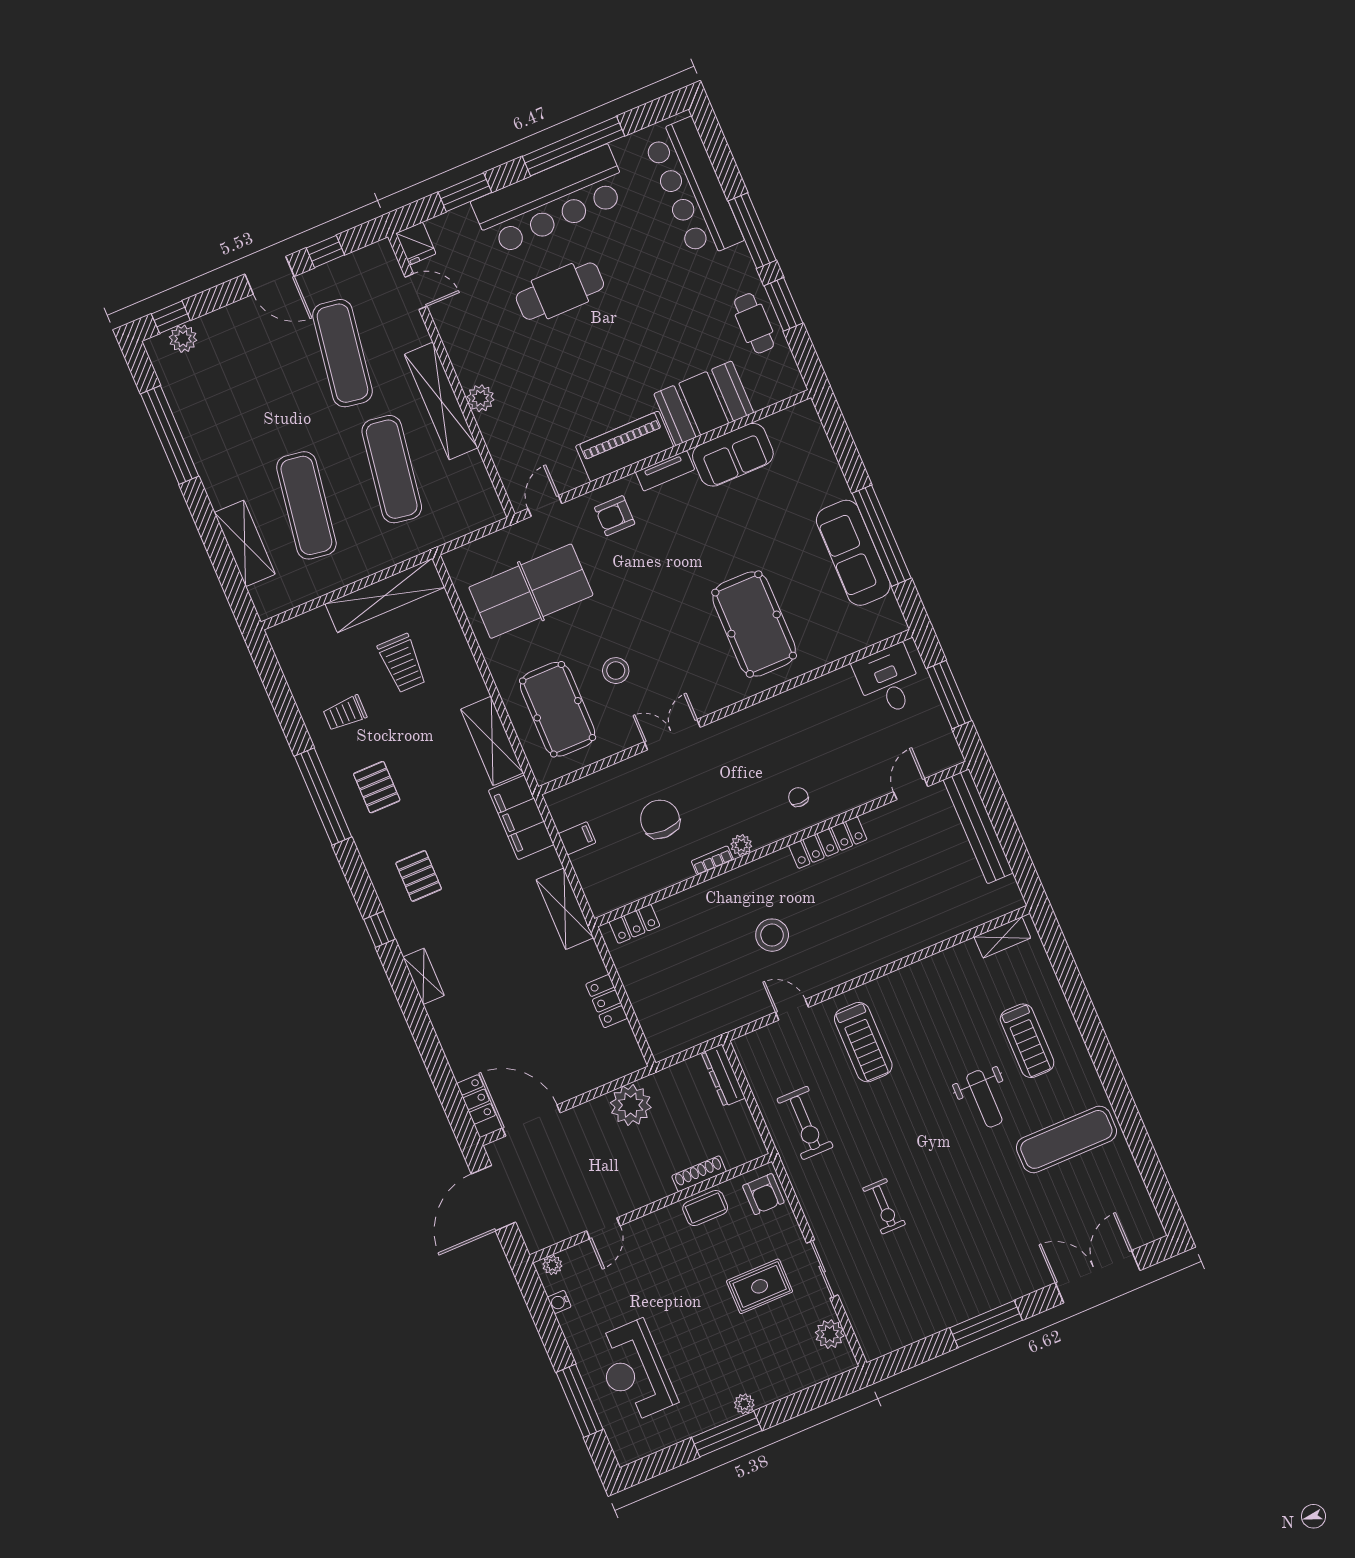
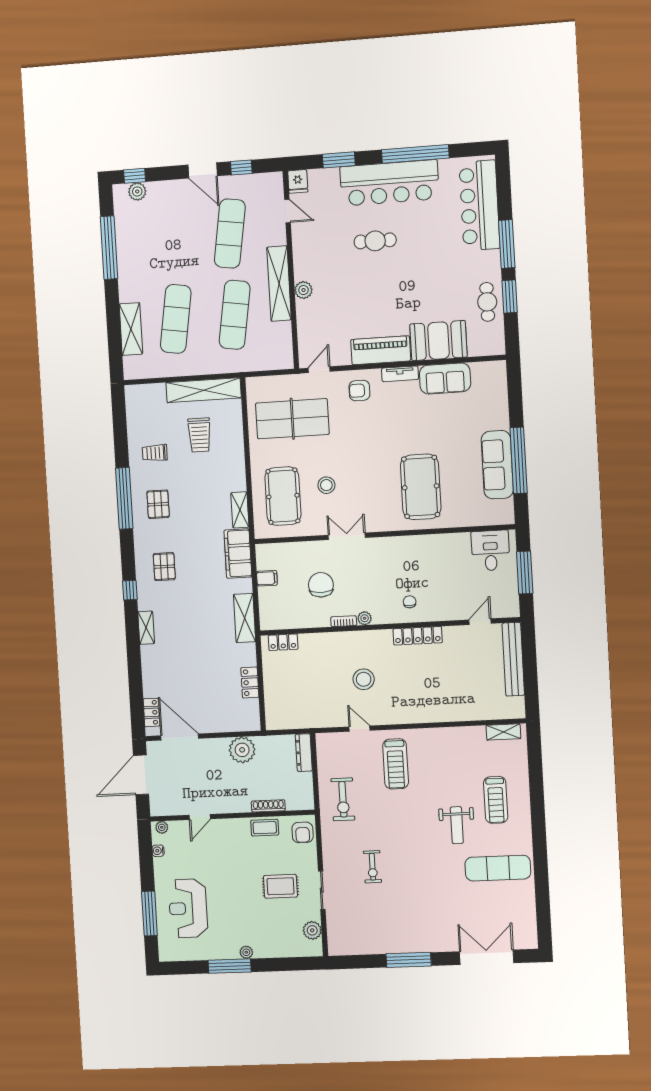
cafe table: (560, 291) -> (375, 241), width x0.73, depth x0.74
shelving: (492, 741) -> (240, 510), width x0.67, depth x0.75

